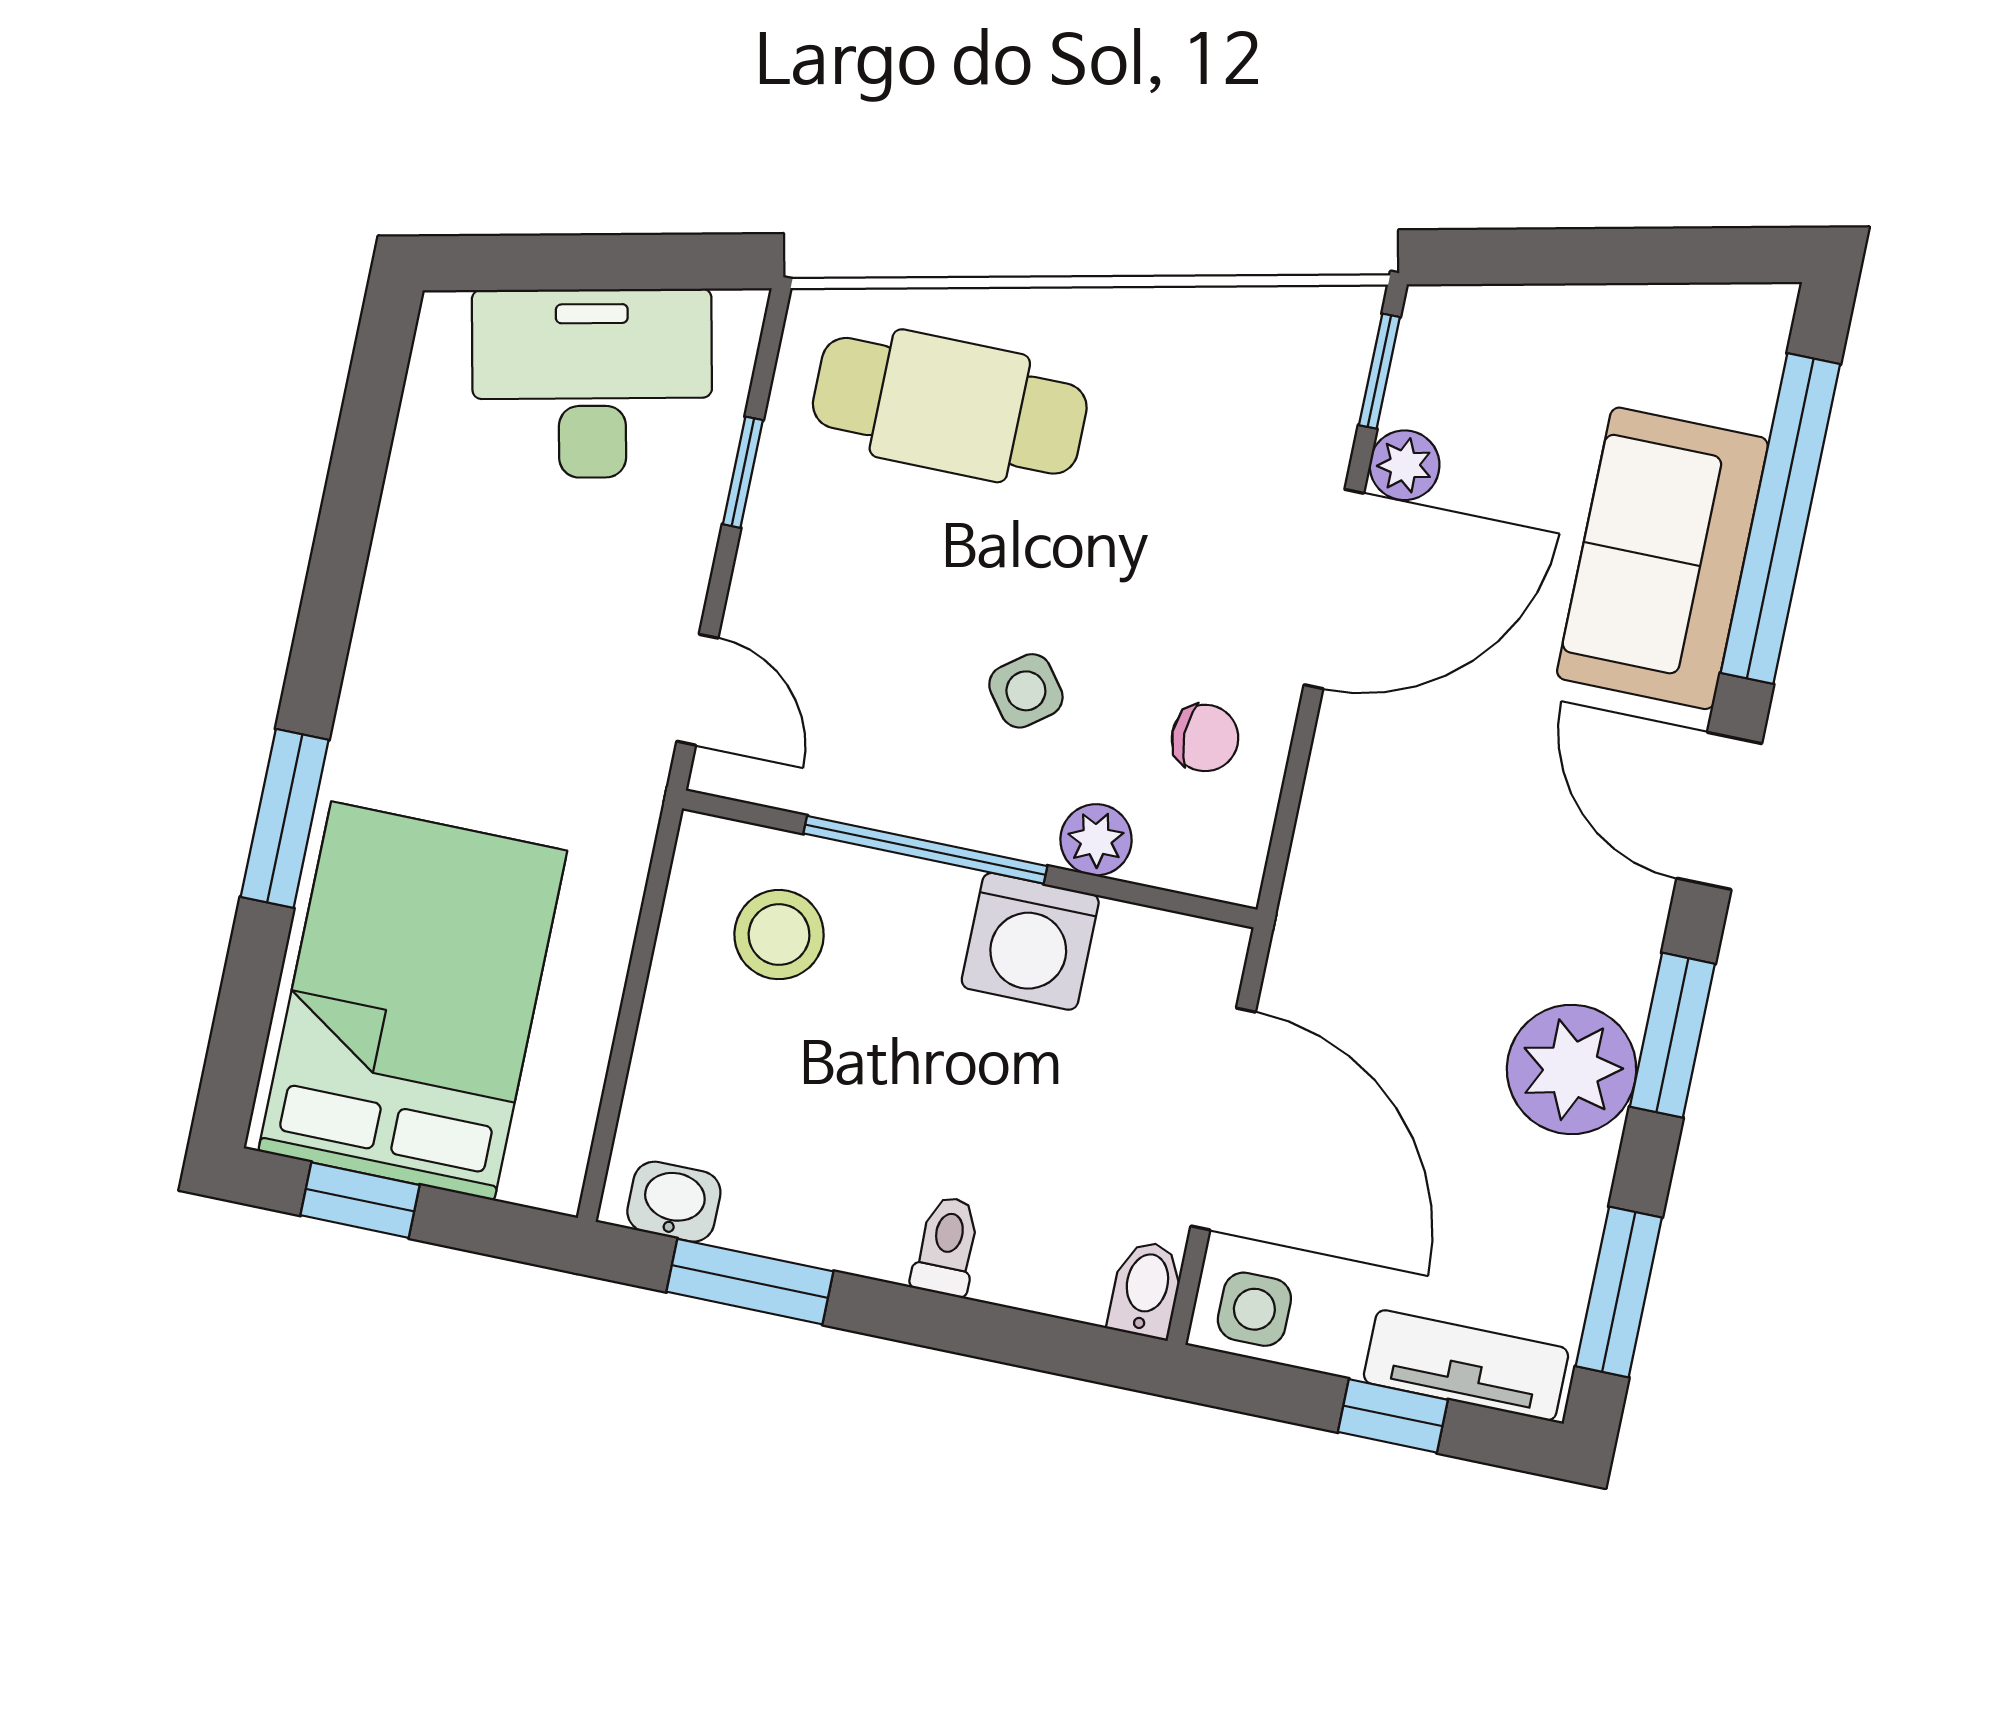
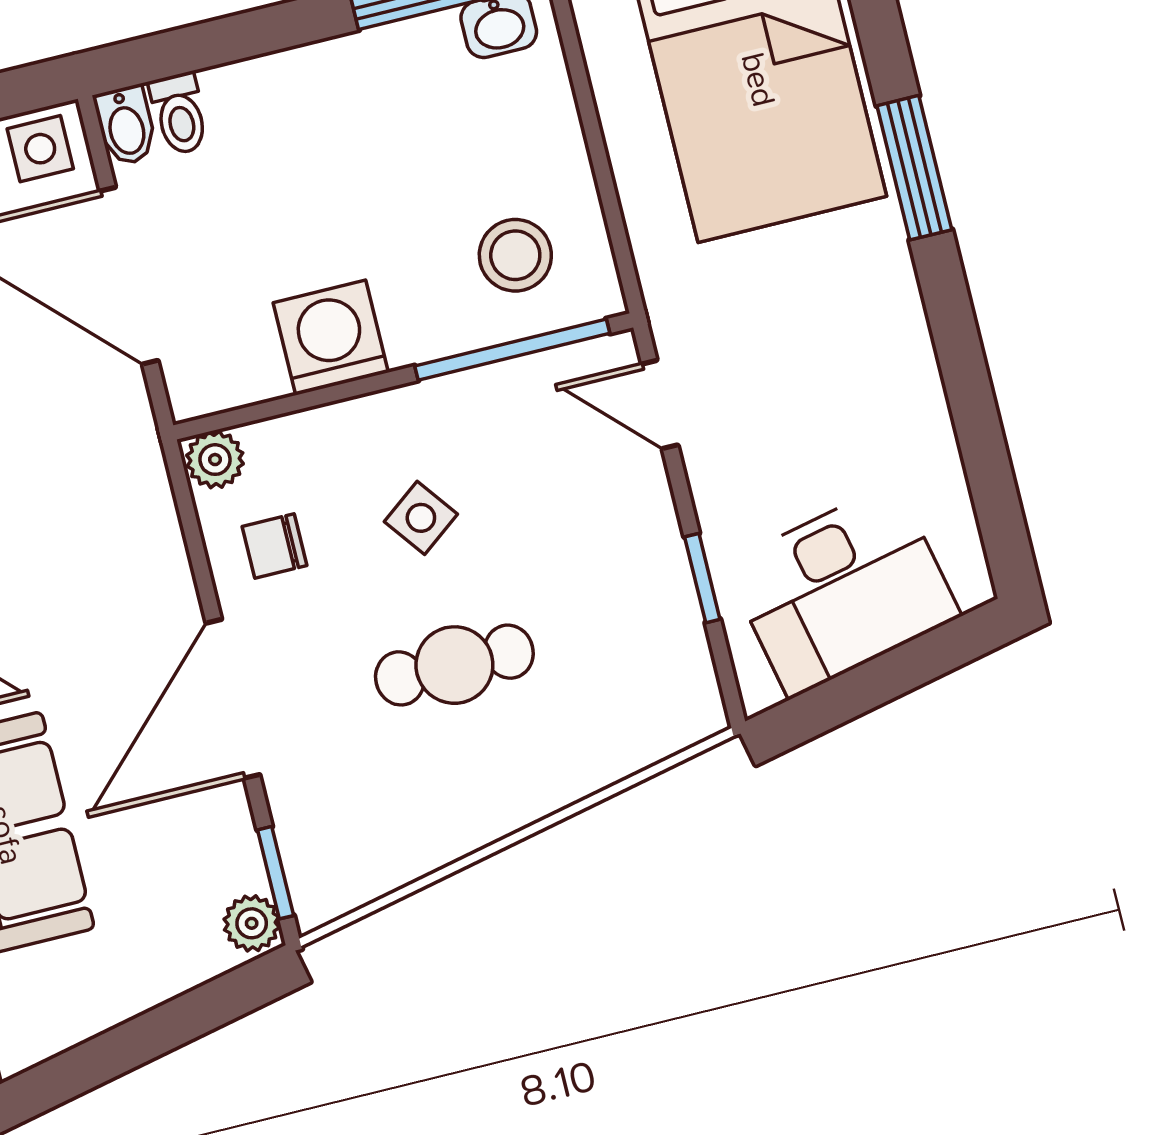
cafe table: (950, 406) -> (454, 665), moved, width x0.73, depth x0.74
plant: (1405, 465) -> (252, 923), moved
plant: (1096, 840) -> (215, 460), moved
window: (925, 850) -> (512, 350), moved
toilet: (947, 1246) -> (179, 114), moved

